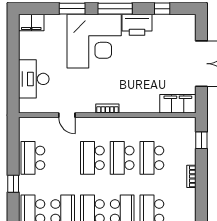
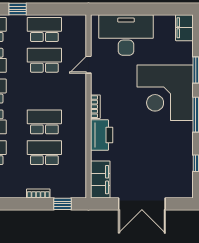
printer: (137, 25) -> (102, 135), moved, turned 180
desk: (34, 79) -> (126, 35), width x1.36, depth x1.30
school desk: (92, 158) -> (44, 60), moved
bookcase: (191, 176) -> (38, 194), moved

